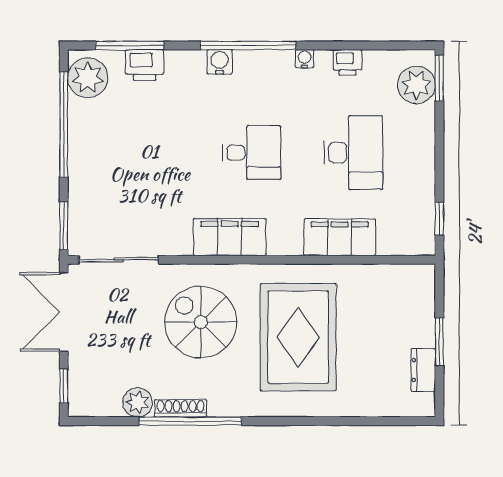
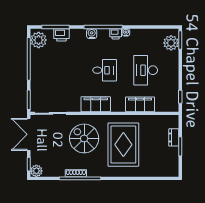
printer: (348, 62) -> (116, 34), moved
desk: (353, 153) -> (146, 70), turned 180
dresser: (423, 370) -> (174, 137), moved
plant: (138, 402) -> (36, 171), moved

